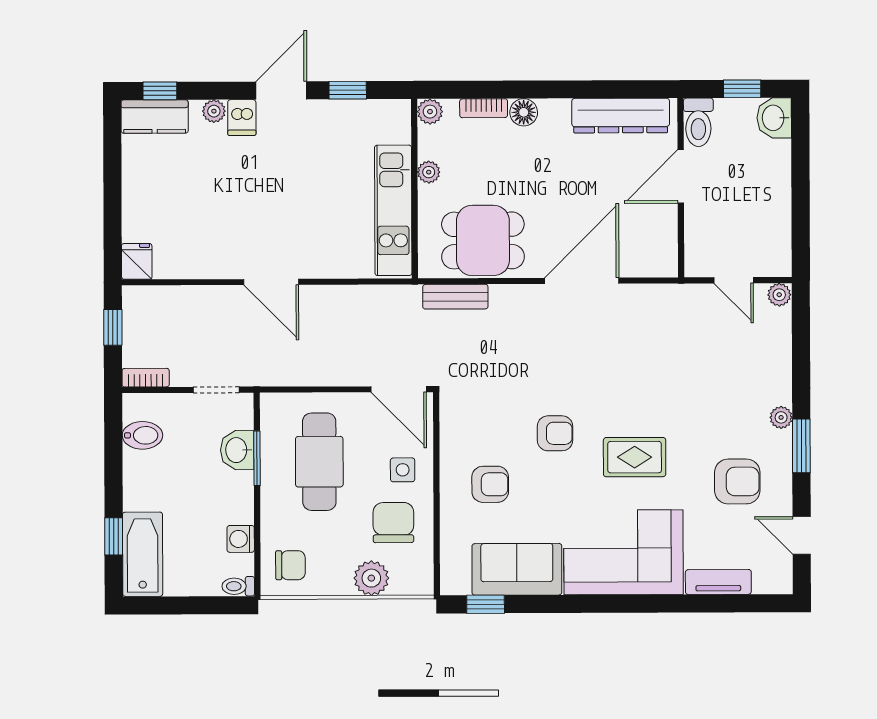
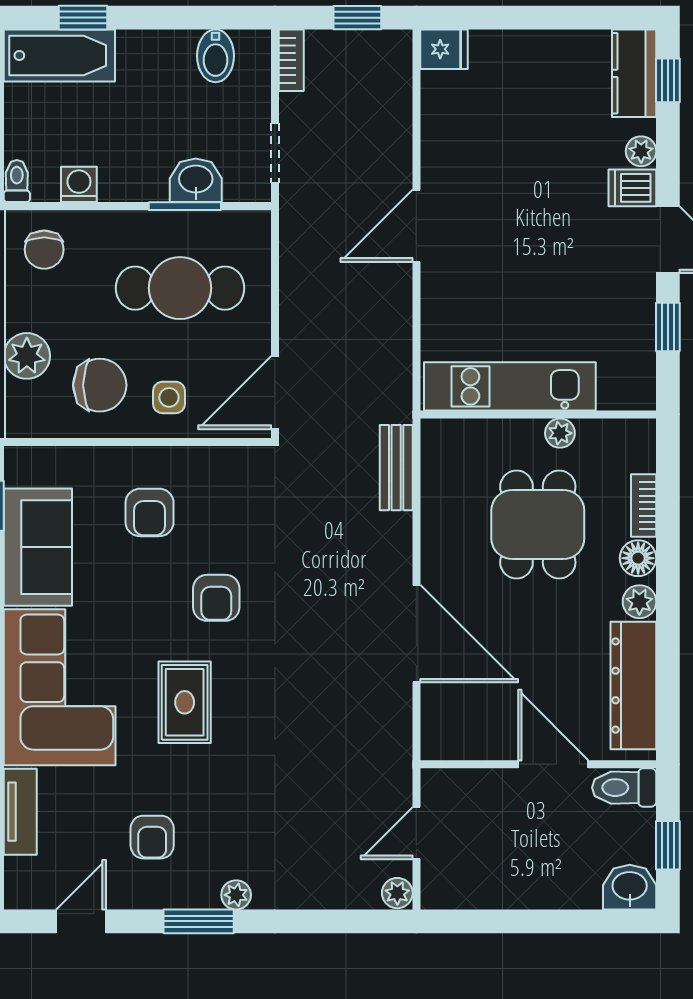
plant: (430, 112) -> (639, 602), moved
dining table: (483, 240) -> (538, 525), moved
armchair: (737, 481) -> (152, 837), width x0.72, depth x0.72

